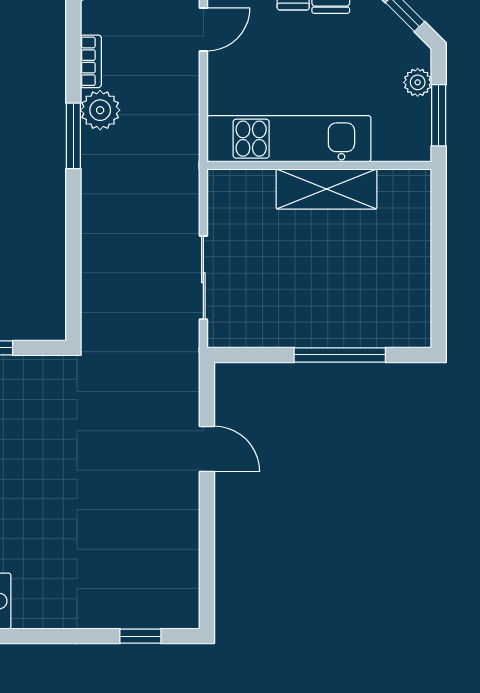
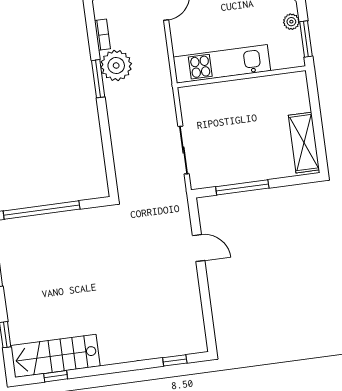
plant: (100, 110) -> (116, 65), width x1.36, depth x1.36
shelving: (327, 189) -> (304, 143), moved, turned 90
window: (340, 355) -> (242, 187), moved

